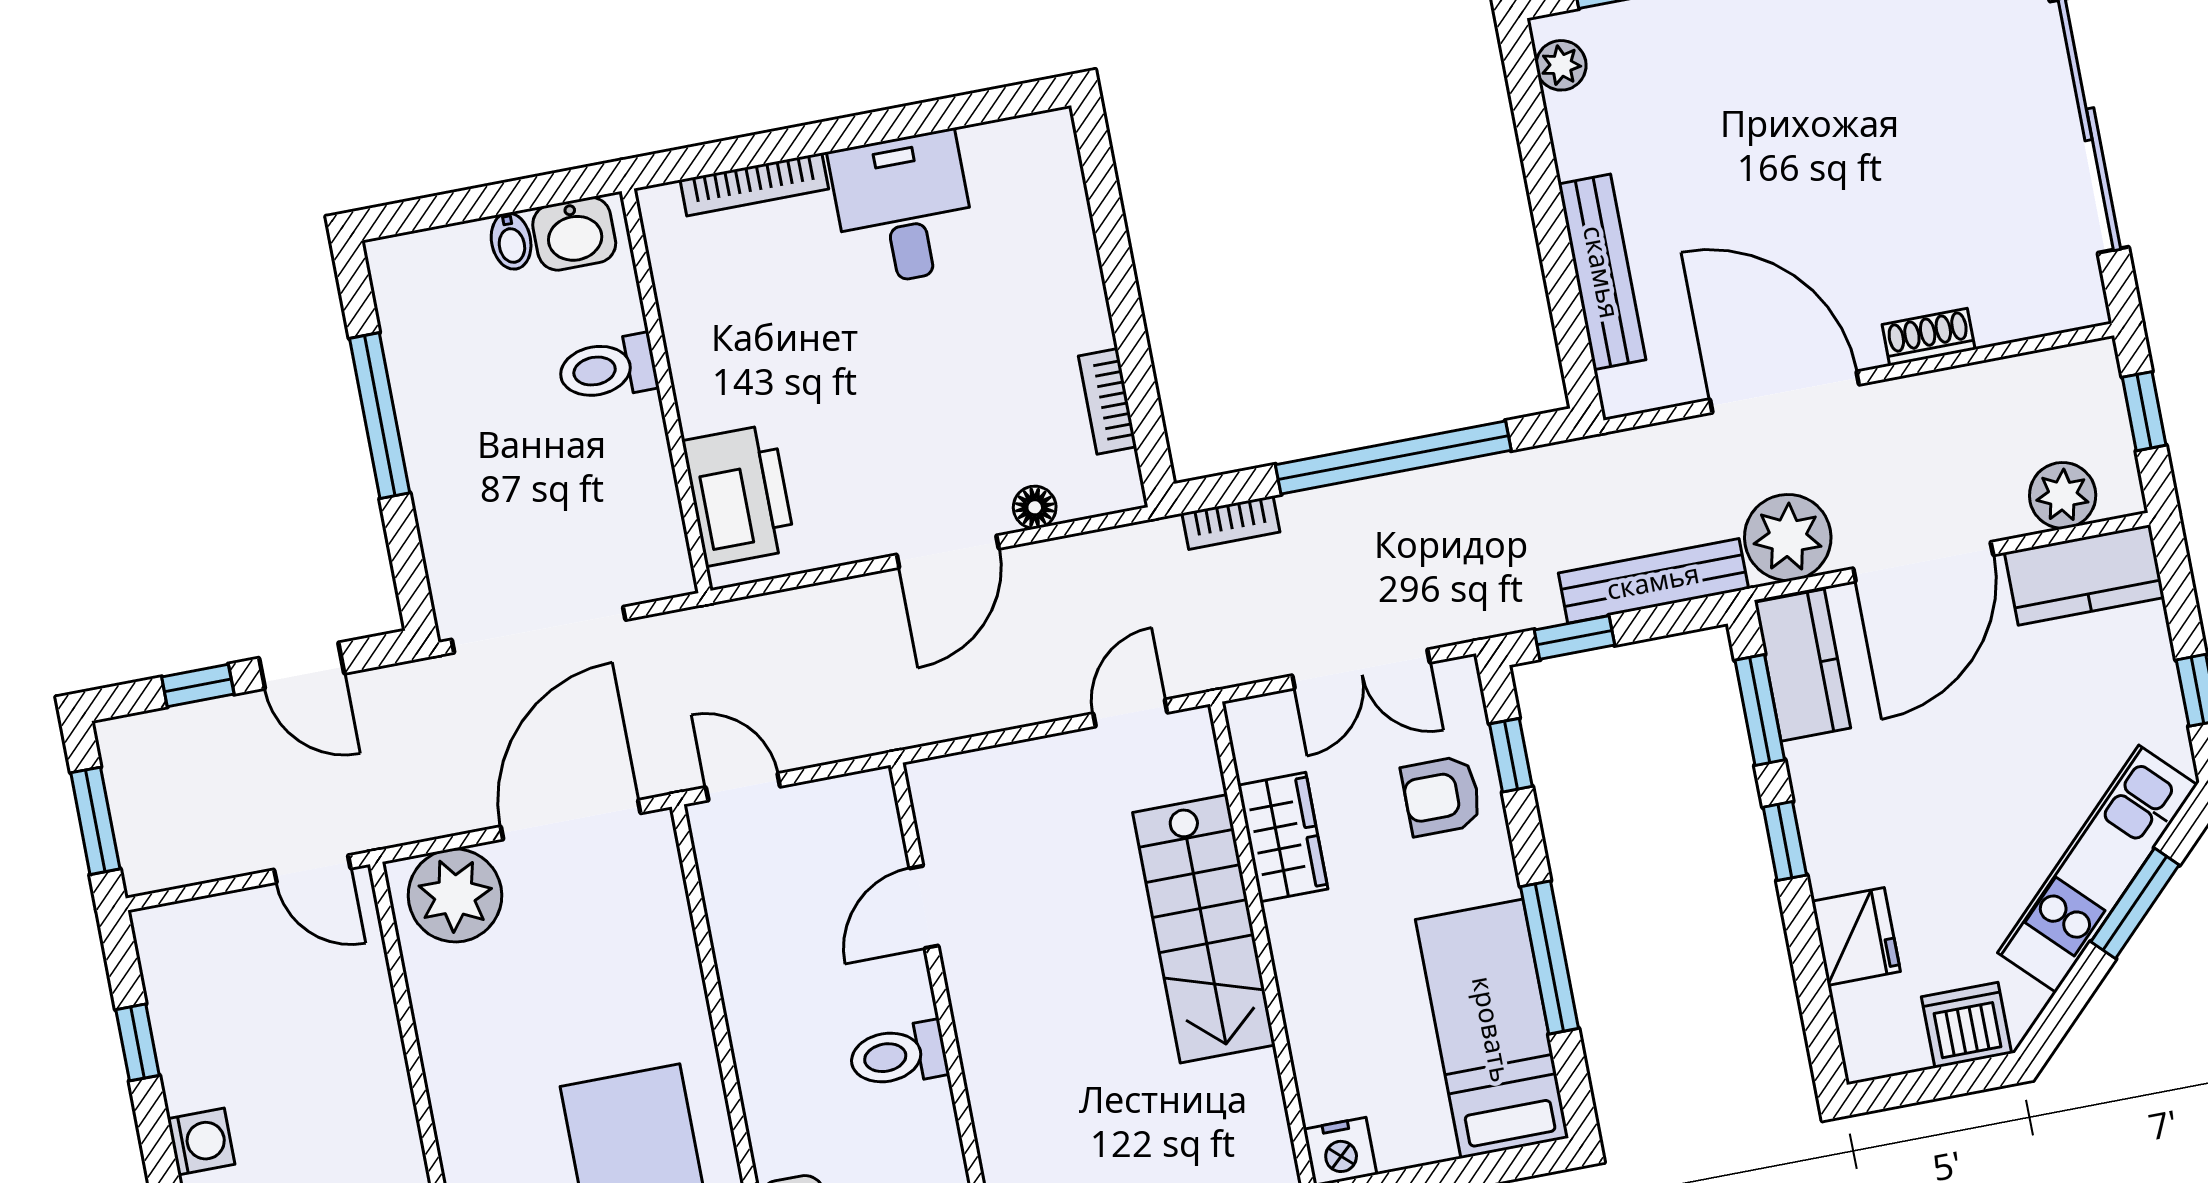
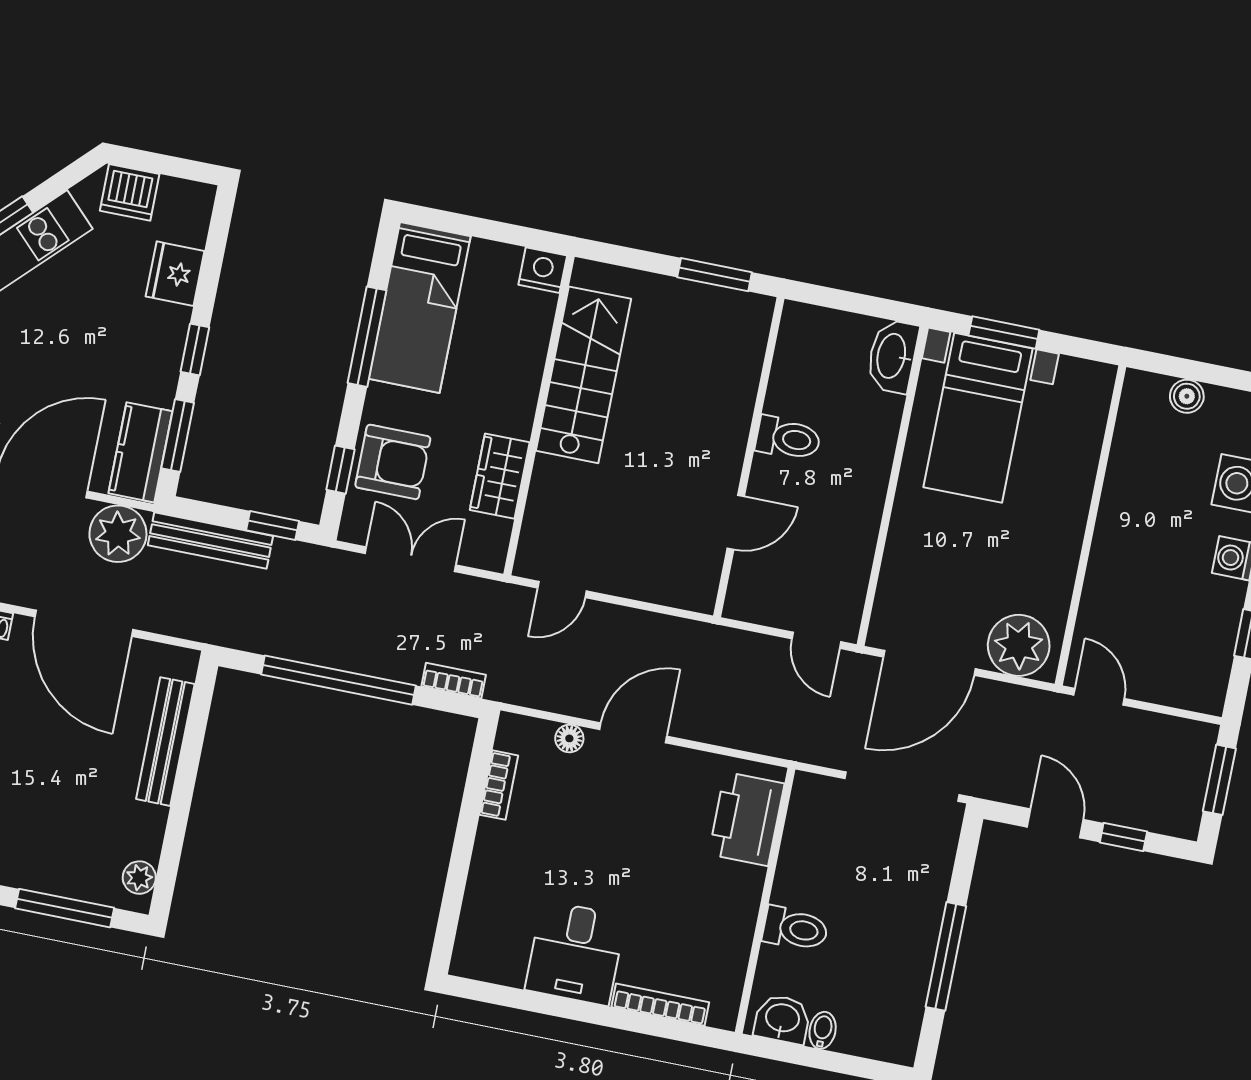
armchair: (1442, 796) -> (393, 462), width x1.38, depth x1.38
stairs: (1204, 929) -> (583, 375), moved

